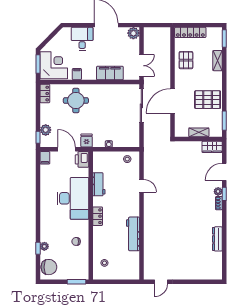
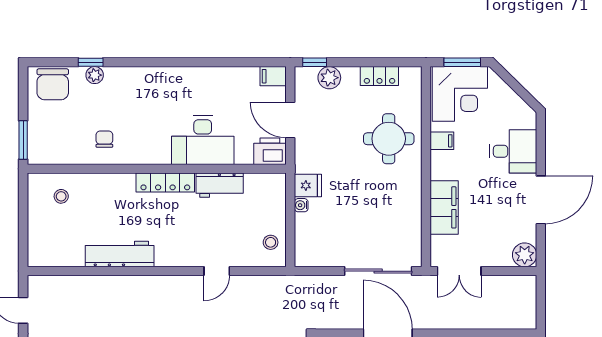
locker: (45, 94) -> (379, 76), moved
fridge: (87, 141) -> (308, 185), moved
door: (67, 149) -> (290, 120), swing flipped
desk: (73, 198) -> (203, 140), width x0.73, depth x0.77
locker: (98, 216) -> (165, 183), width x1.53

